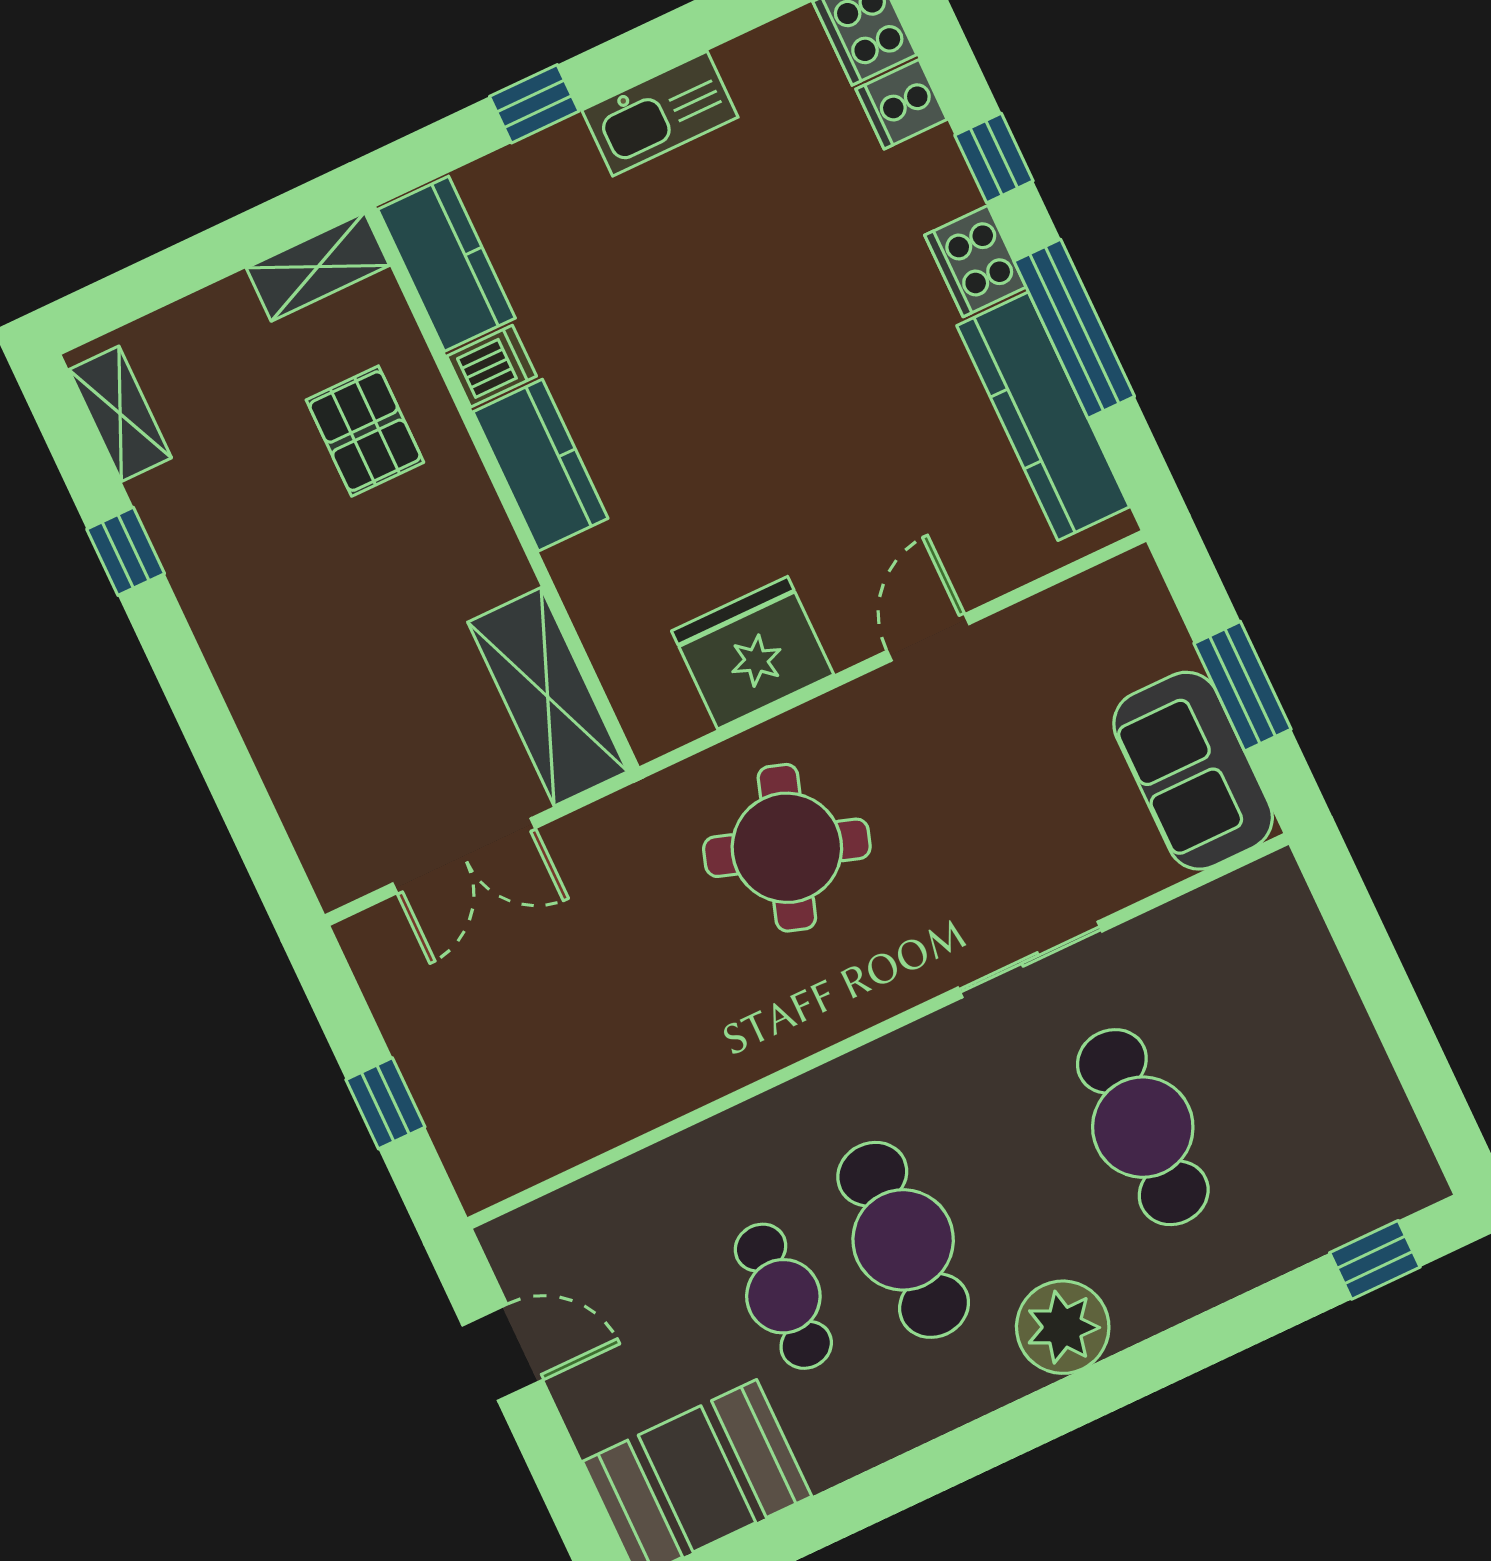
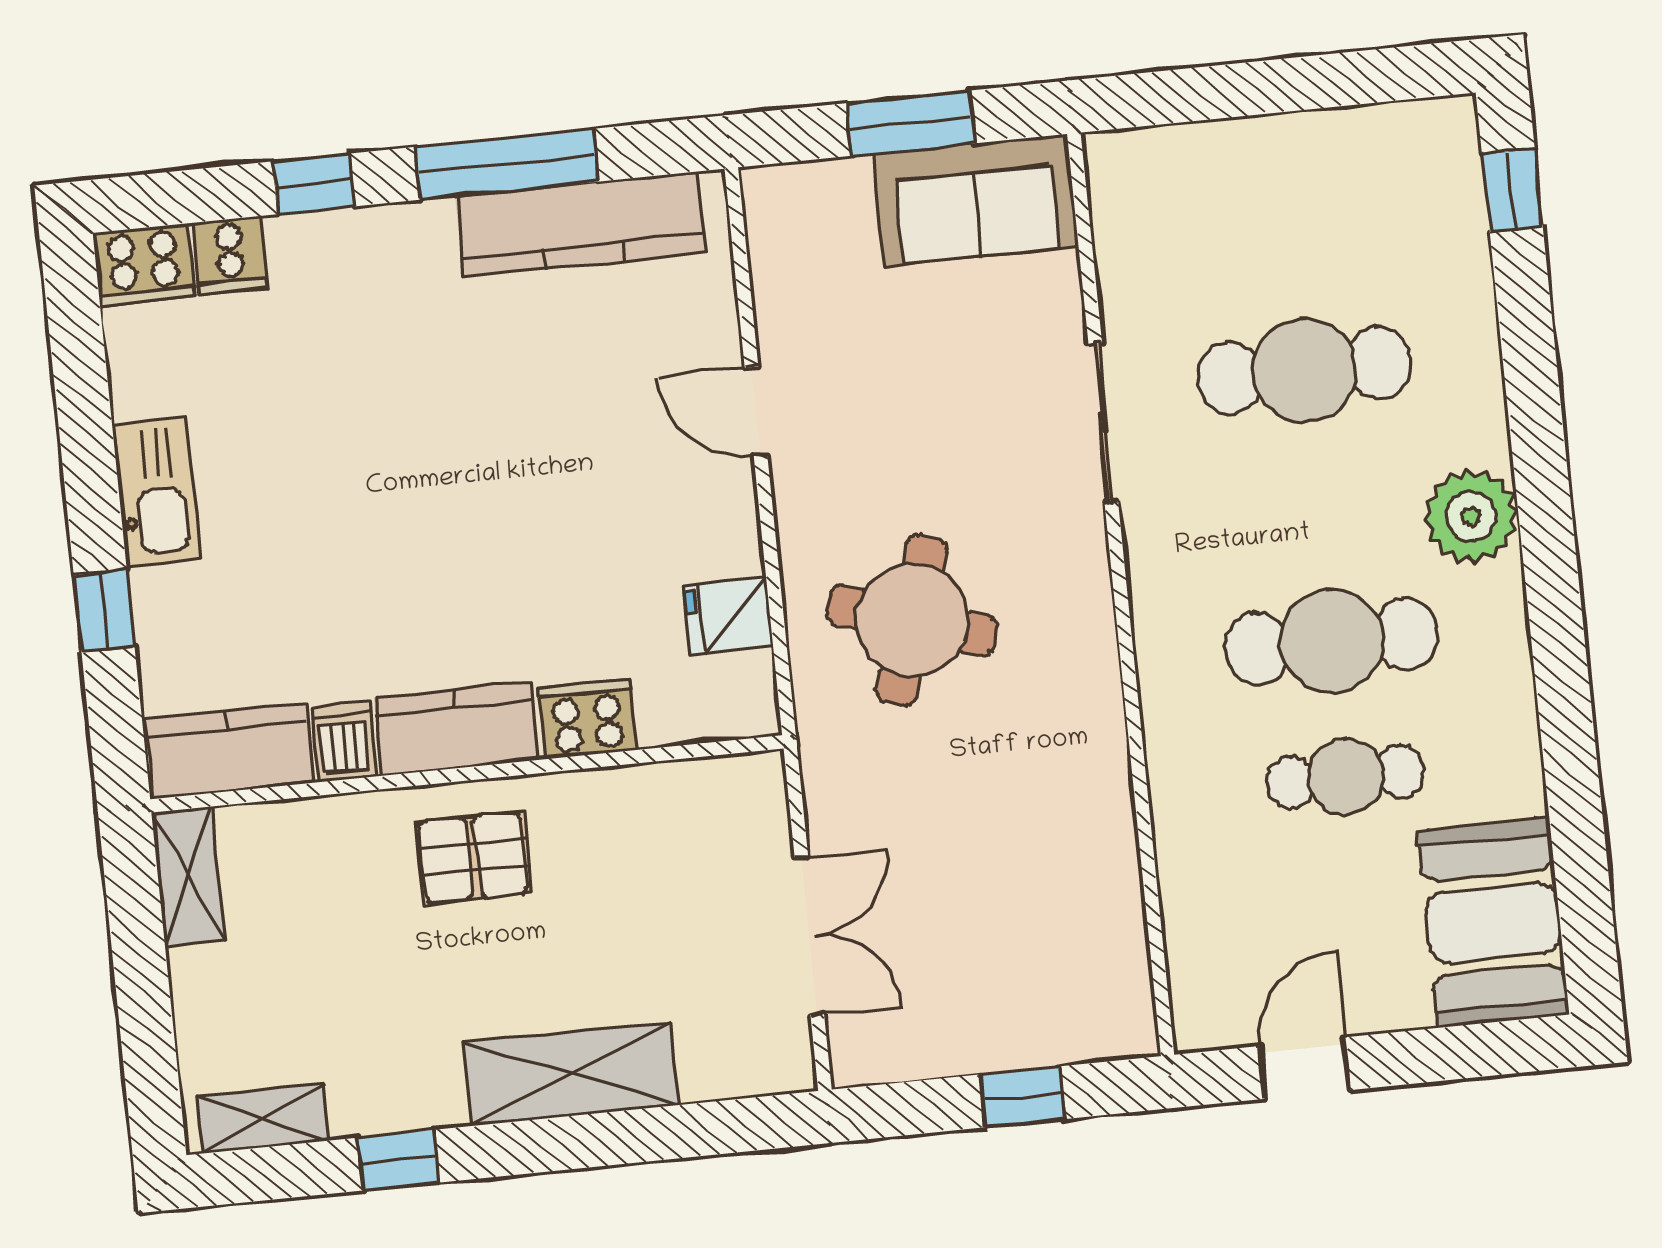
cooker: (975, 261) -> (587, 719), moved, turned 180
pallet: (365, 431) -> (473, 857), moved
fridge: (753, 653) -> (728, 616), width x0.53, depth x0.75
shelving: (548, 697) -> (571, 1074), moved

